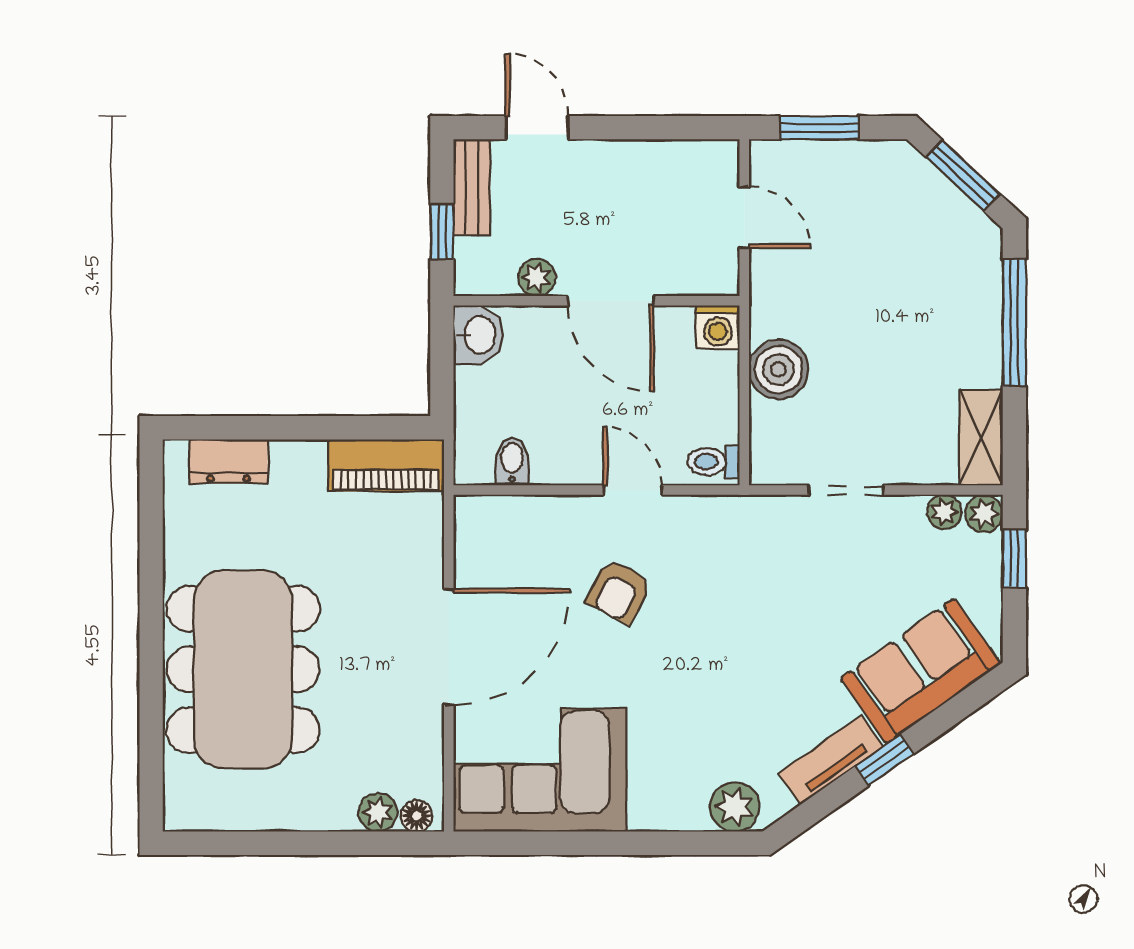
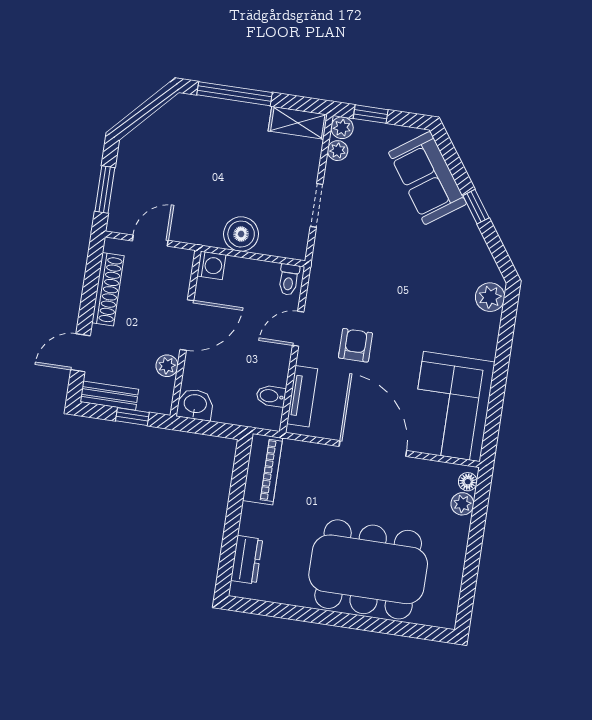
shoe rack: (651, 158) -> (108, 289), added
window: (963, 175) -> (145, 111), removed
armchair: (619, 591) -> (355, 345), turned -118
tv unit: (831, 760) -> (302, 396), moved, turned -145

